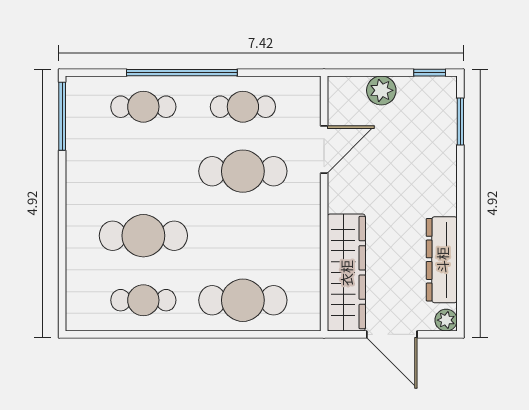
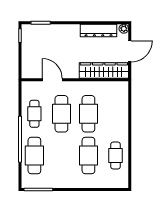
plant: (381, 90) -> (28, 56), removed
cafe table: (143, 107) -> (34, 156), width x1.37, depth x1.35
cafe table: (243, 300) -> (88, 114), moved

